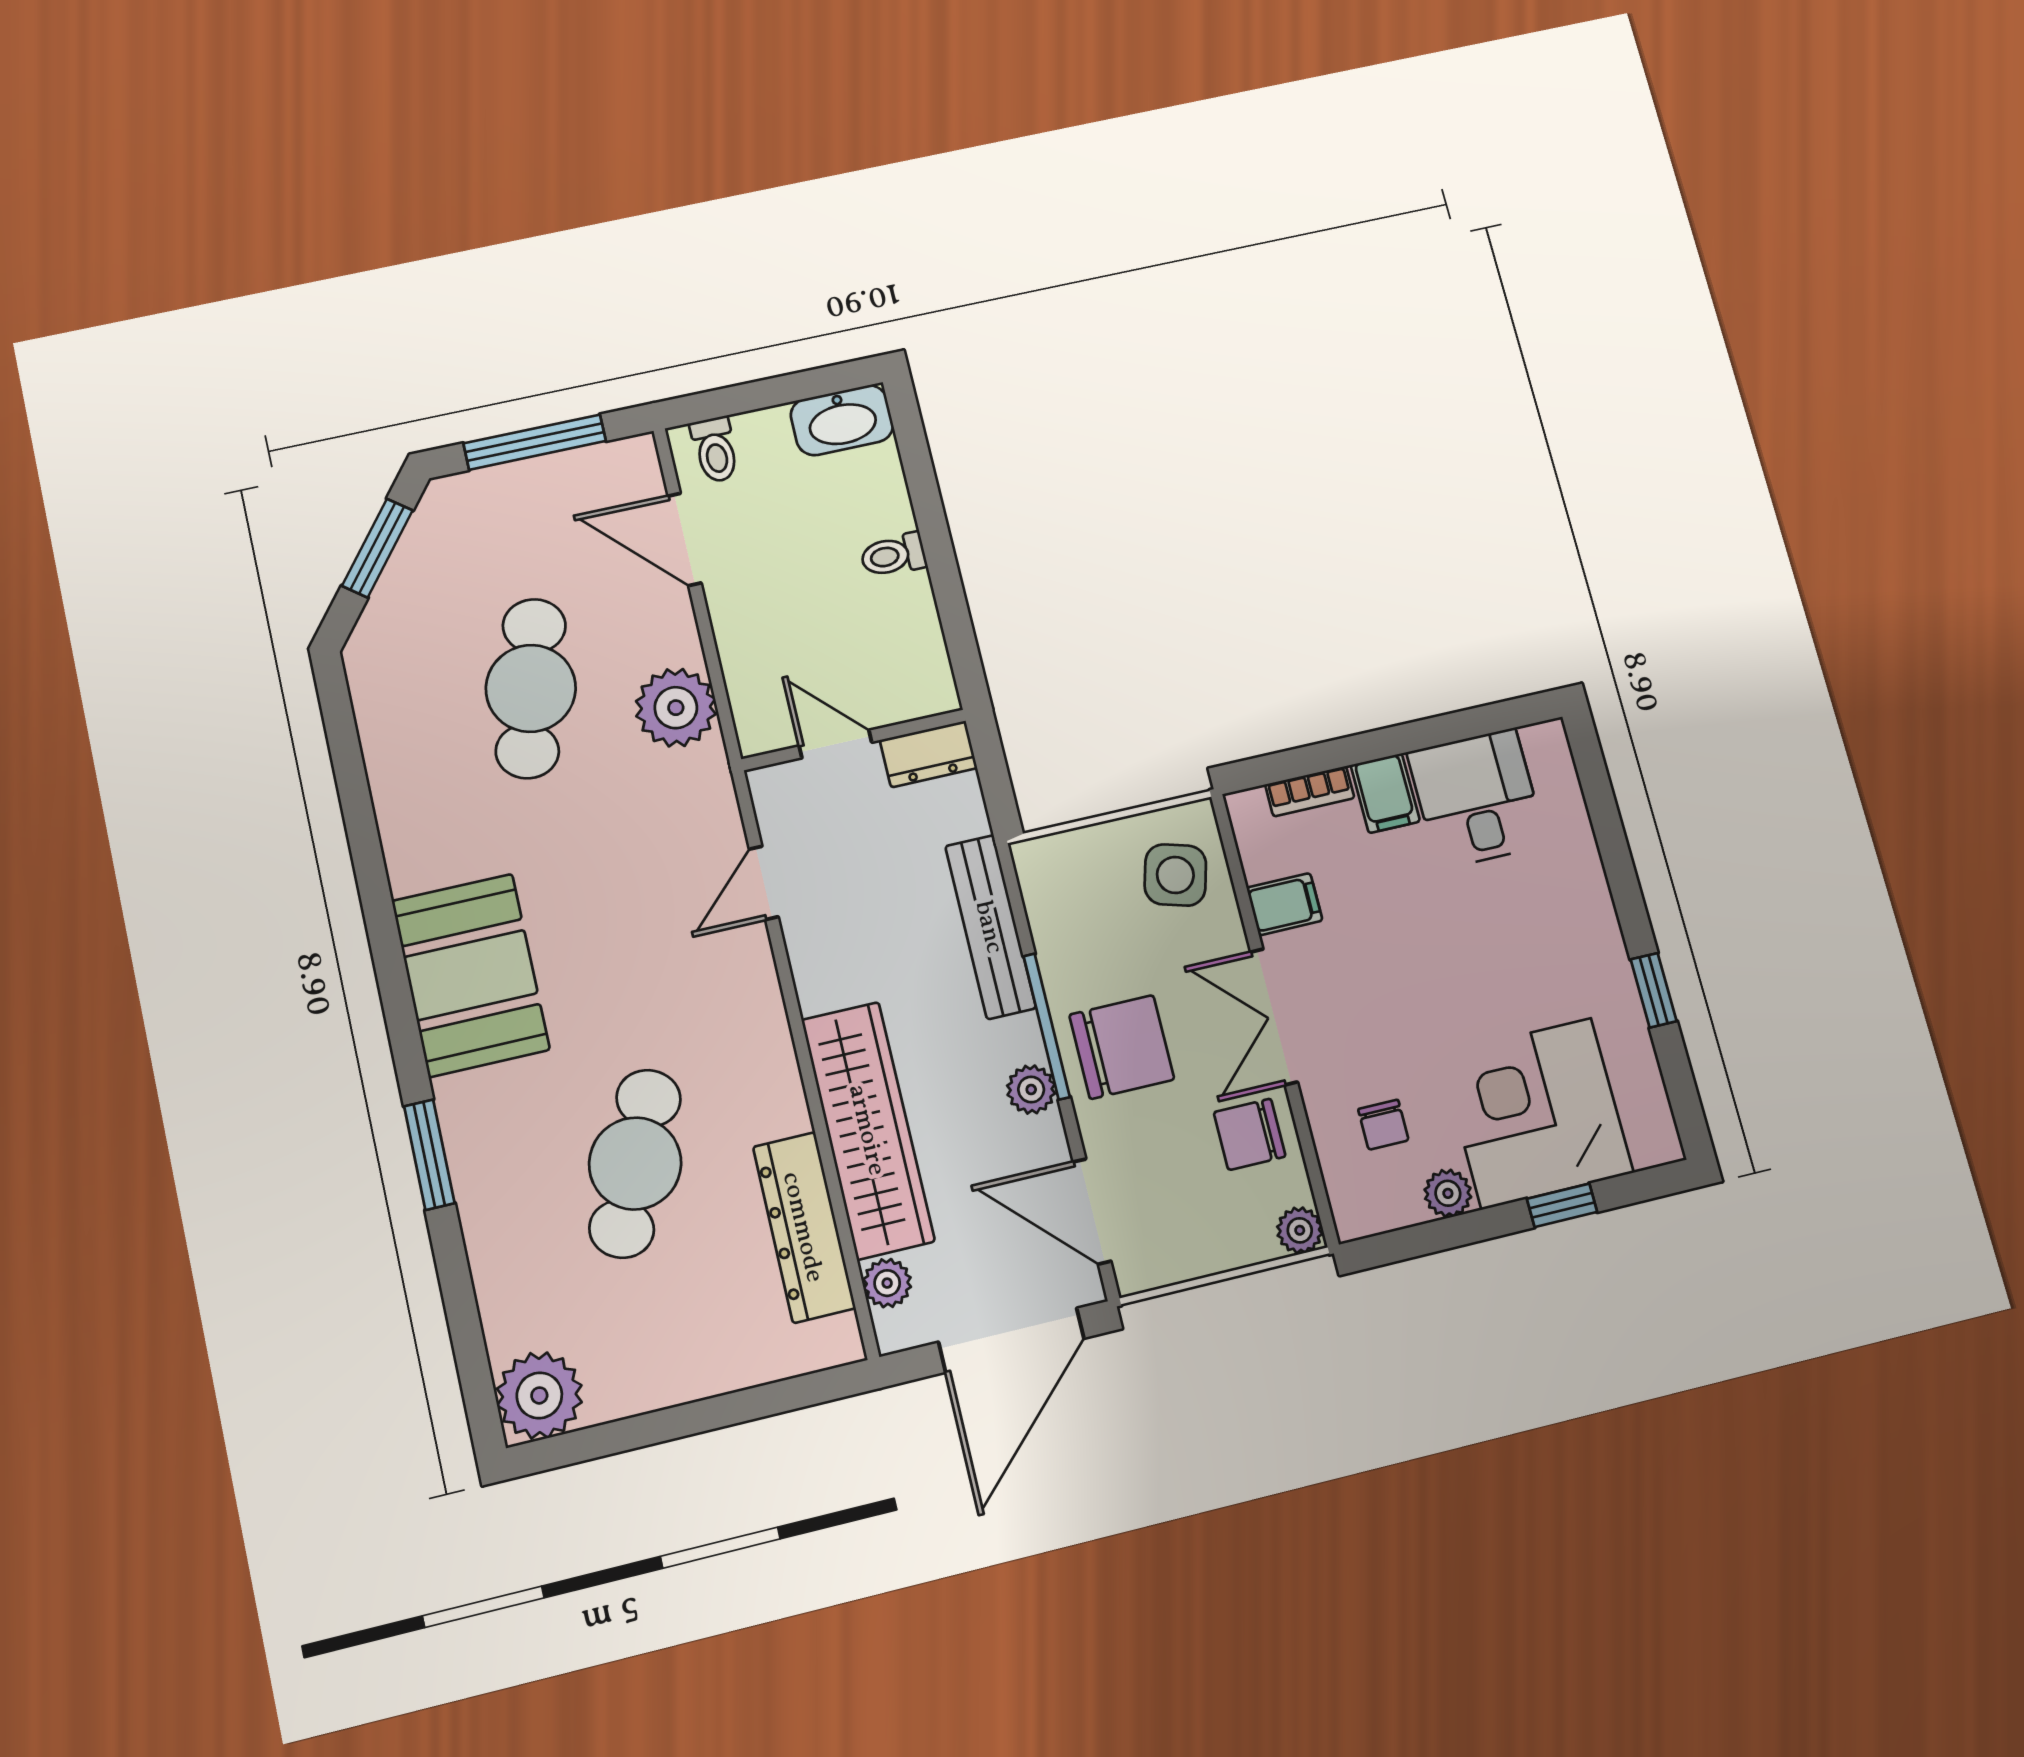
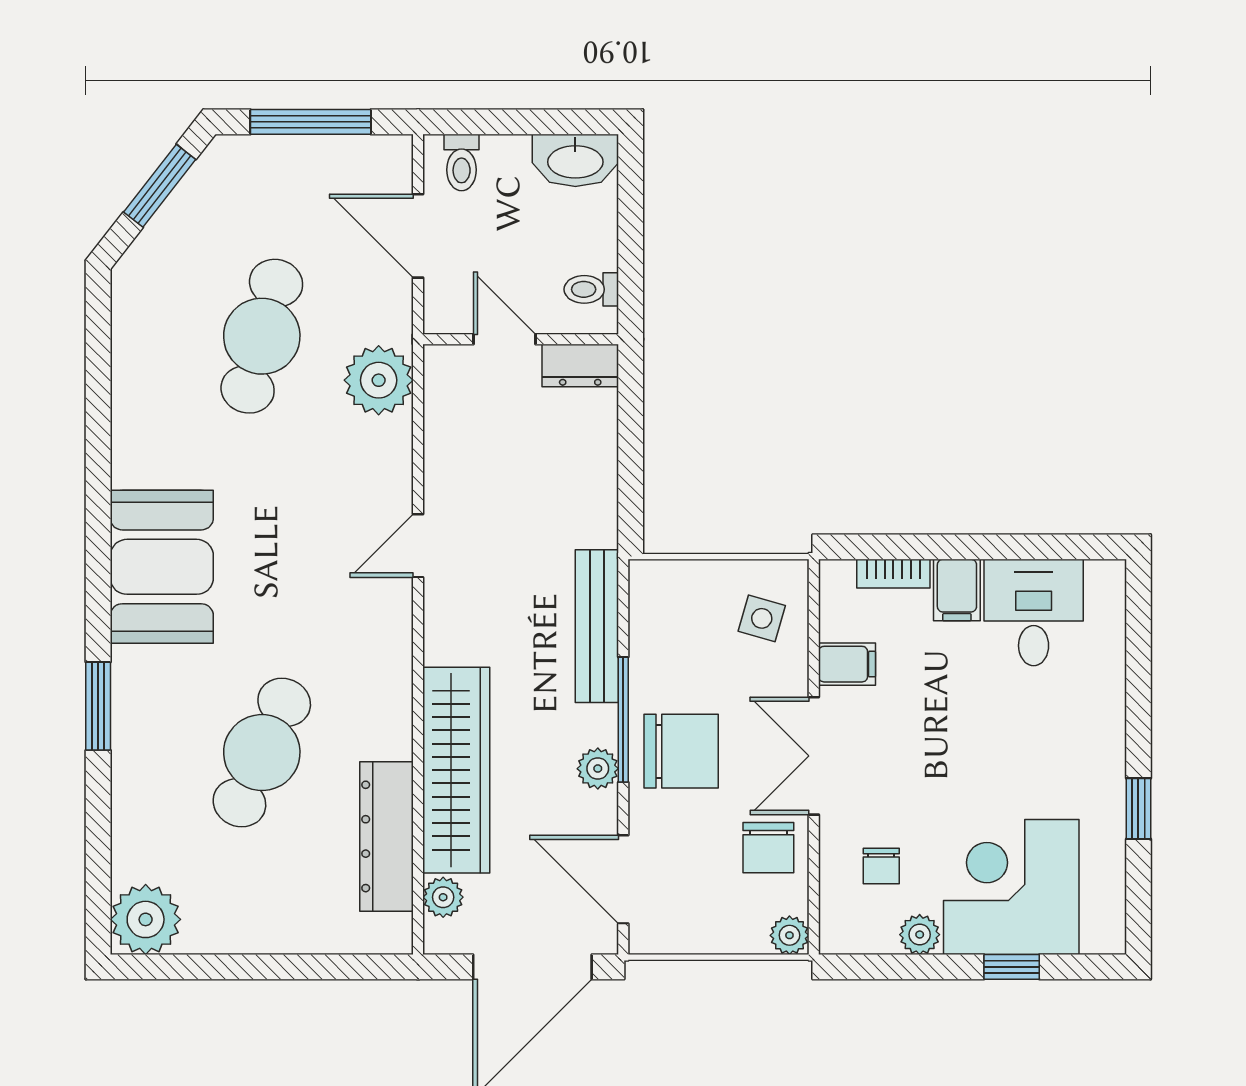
wall: (854, 740) -> (521, 339), moved
door: (835, 744) -> (504, 339), moved
dresser: (928, 754) -> (580, 366), moved
side table: (1175, 875) -> (762, 618), width x0.73, depth x0.73
chair: (1250, 1134) -> (768, 848), turned -90

